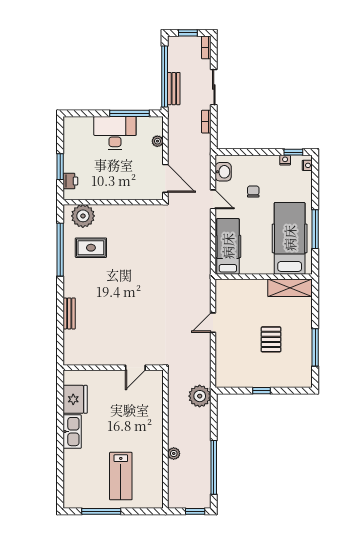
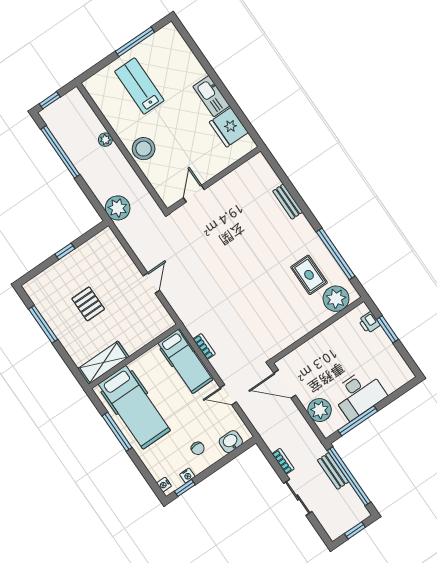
bookcase: (206, 47) -> (204, 346), moved
plant: (157, 141) -> (320, 410), width x1.88, depth x1.88
washbasin: (223, 172) -> (231, 442), moved, turned 90
chair: (253, 191) -> (198, 448), moved
rug: (91, 248) -> (309, 275), turned 90
stool: (150, 427) -> (144, 149), added

